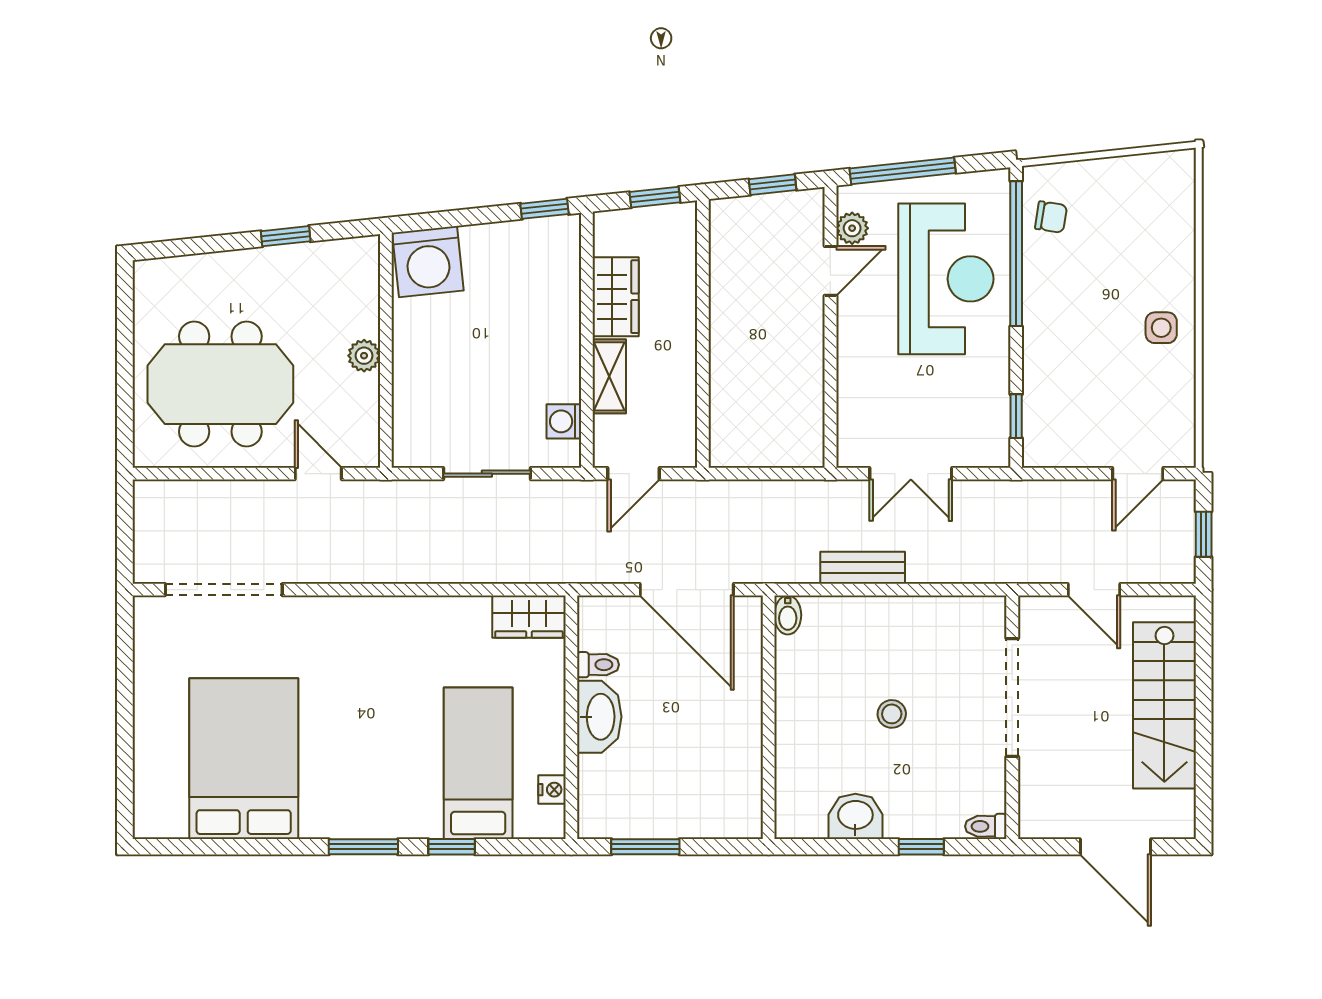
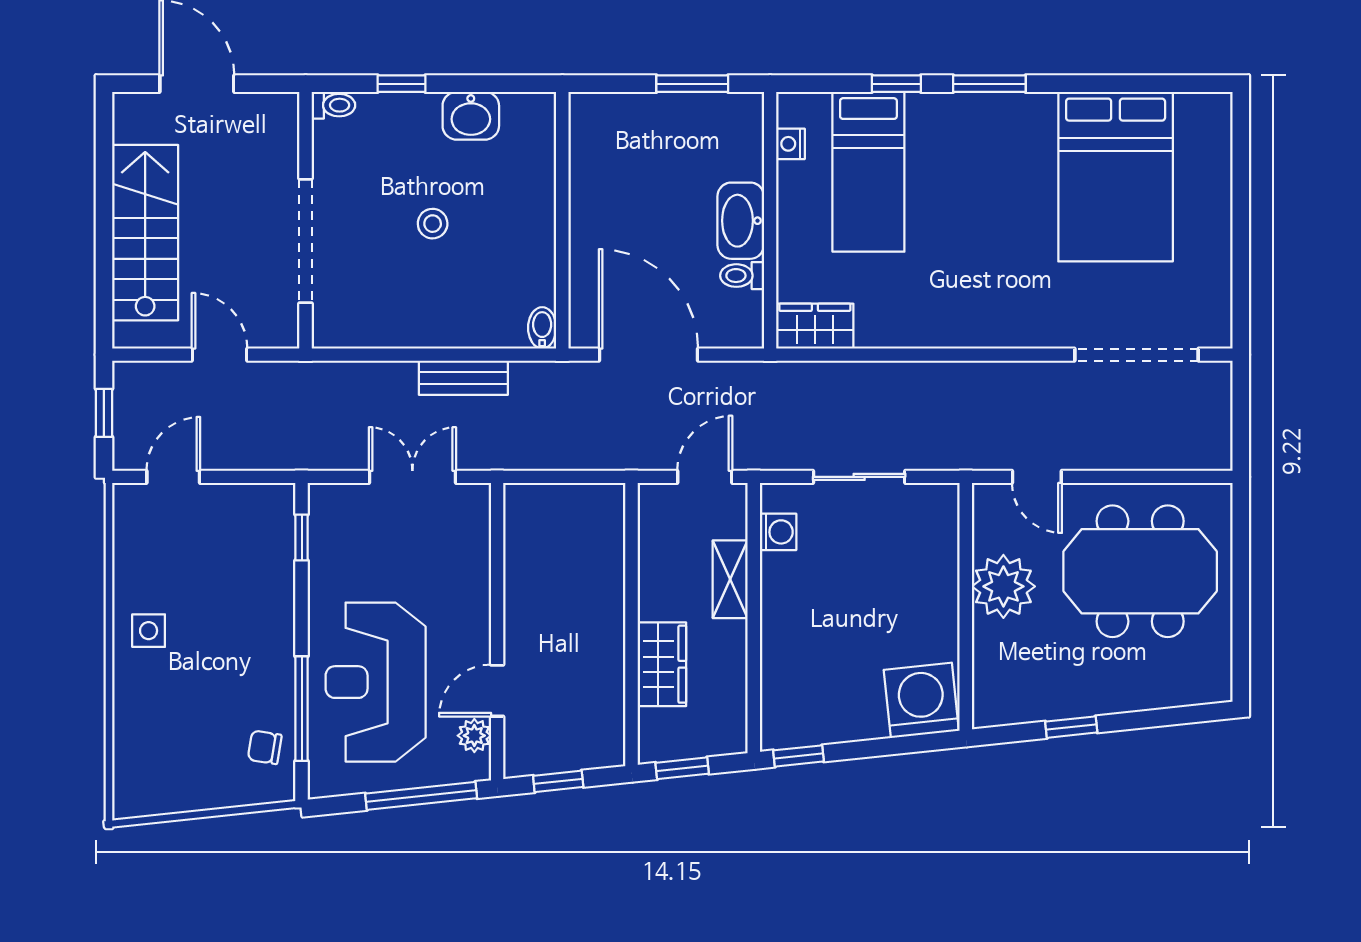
window: (1016, 254) -> (302, 709), width x0.68
wardrobe: (616, 297) -> (662, 664), moved, turned 180
plant: (364, 356) -> (1003, 586), width x1.87, depth x1.87

